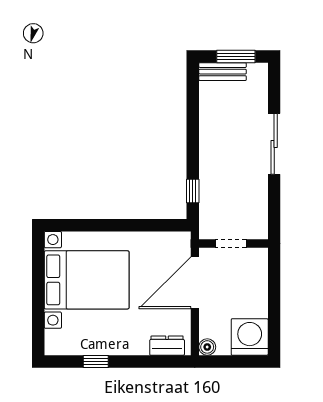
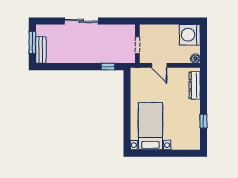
bed with nightstands: (87, 280) -> (150, 126), width x0.73
door: (195, 283) -> (159, 65), width x0.53
dresser: (167, 346) -> (195, 85), width x1.44

